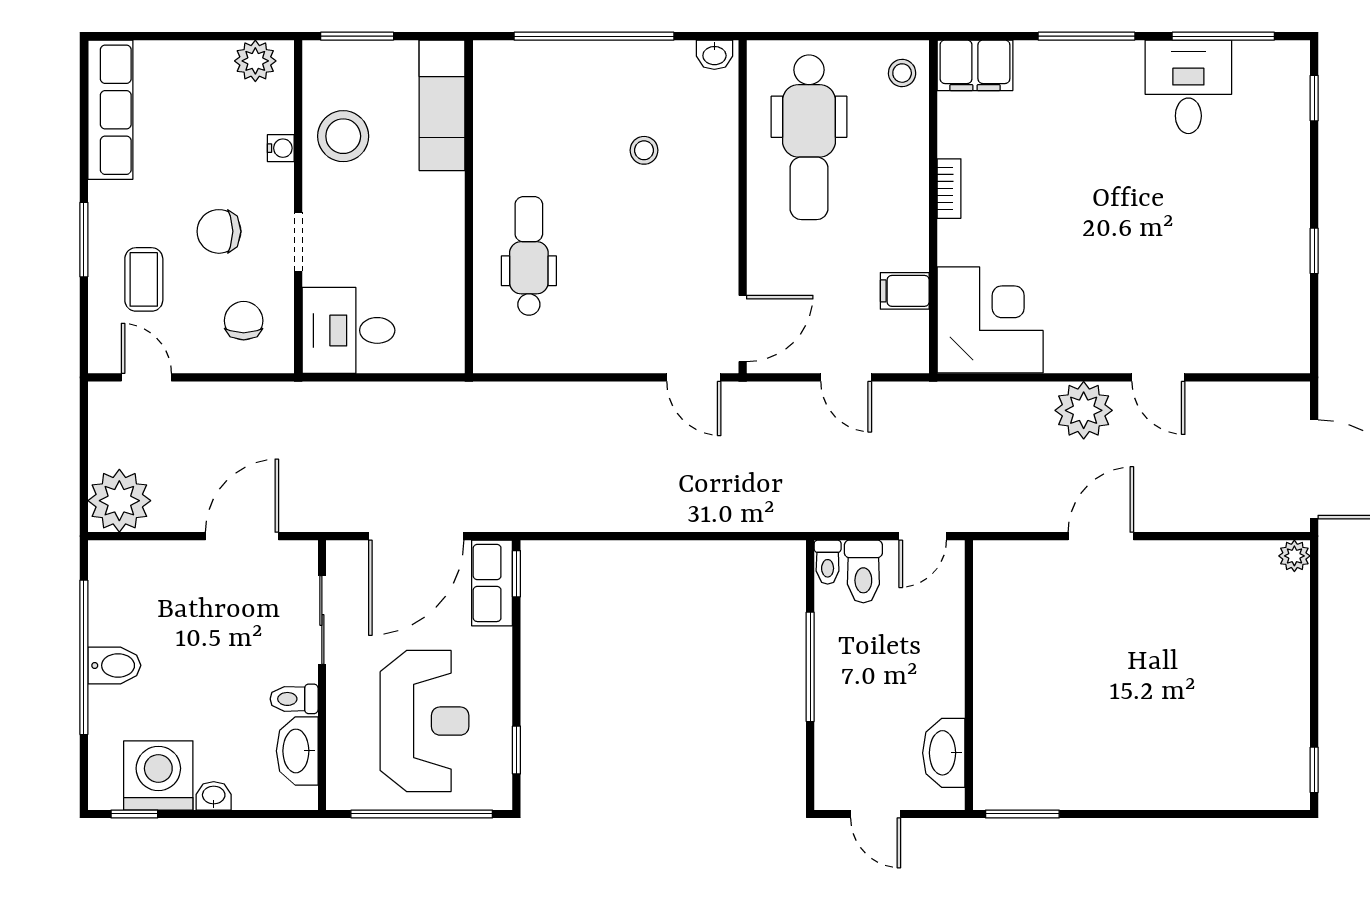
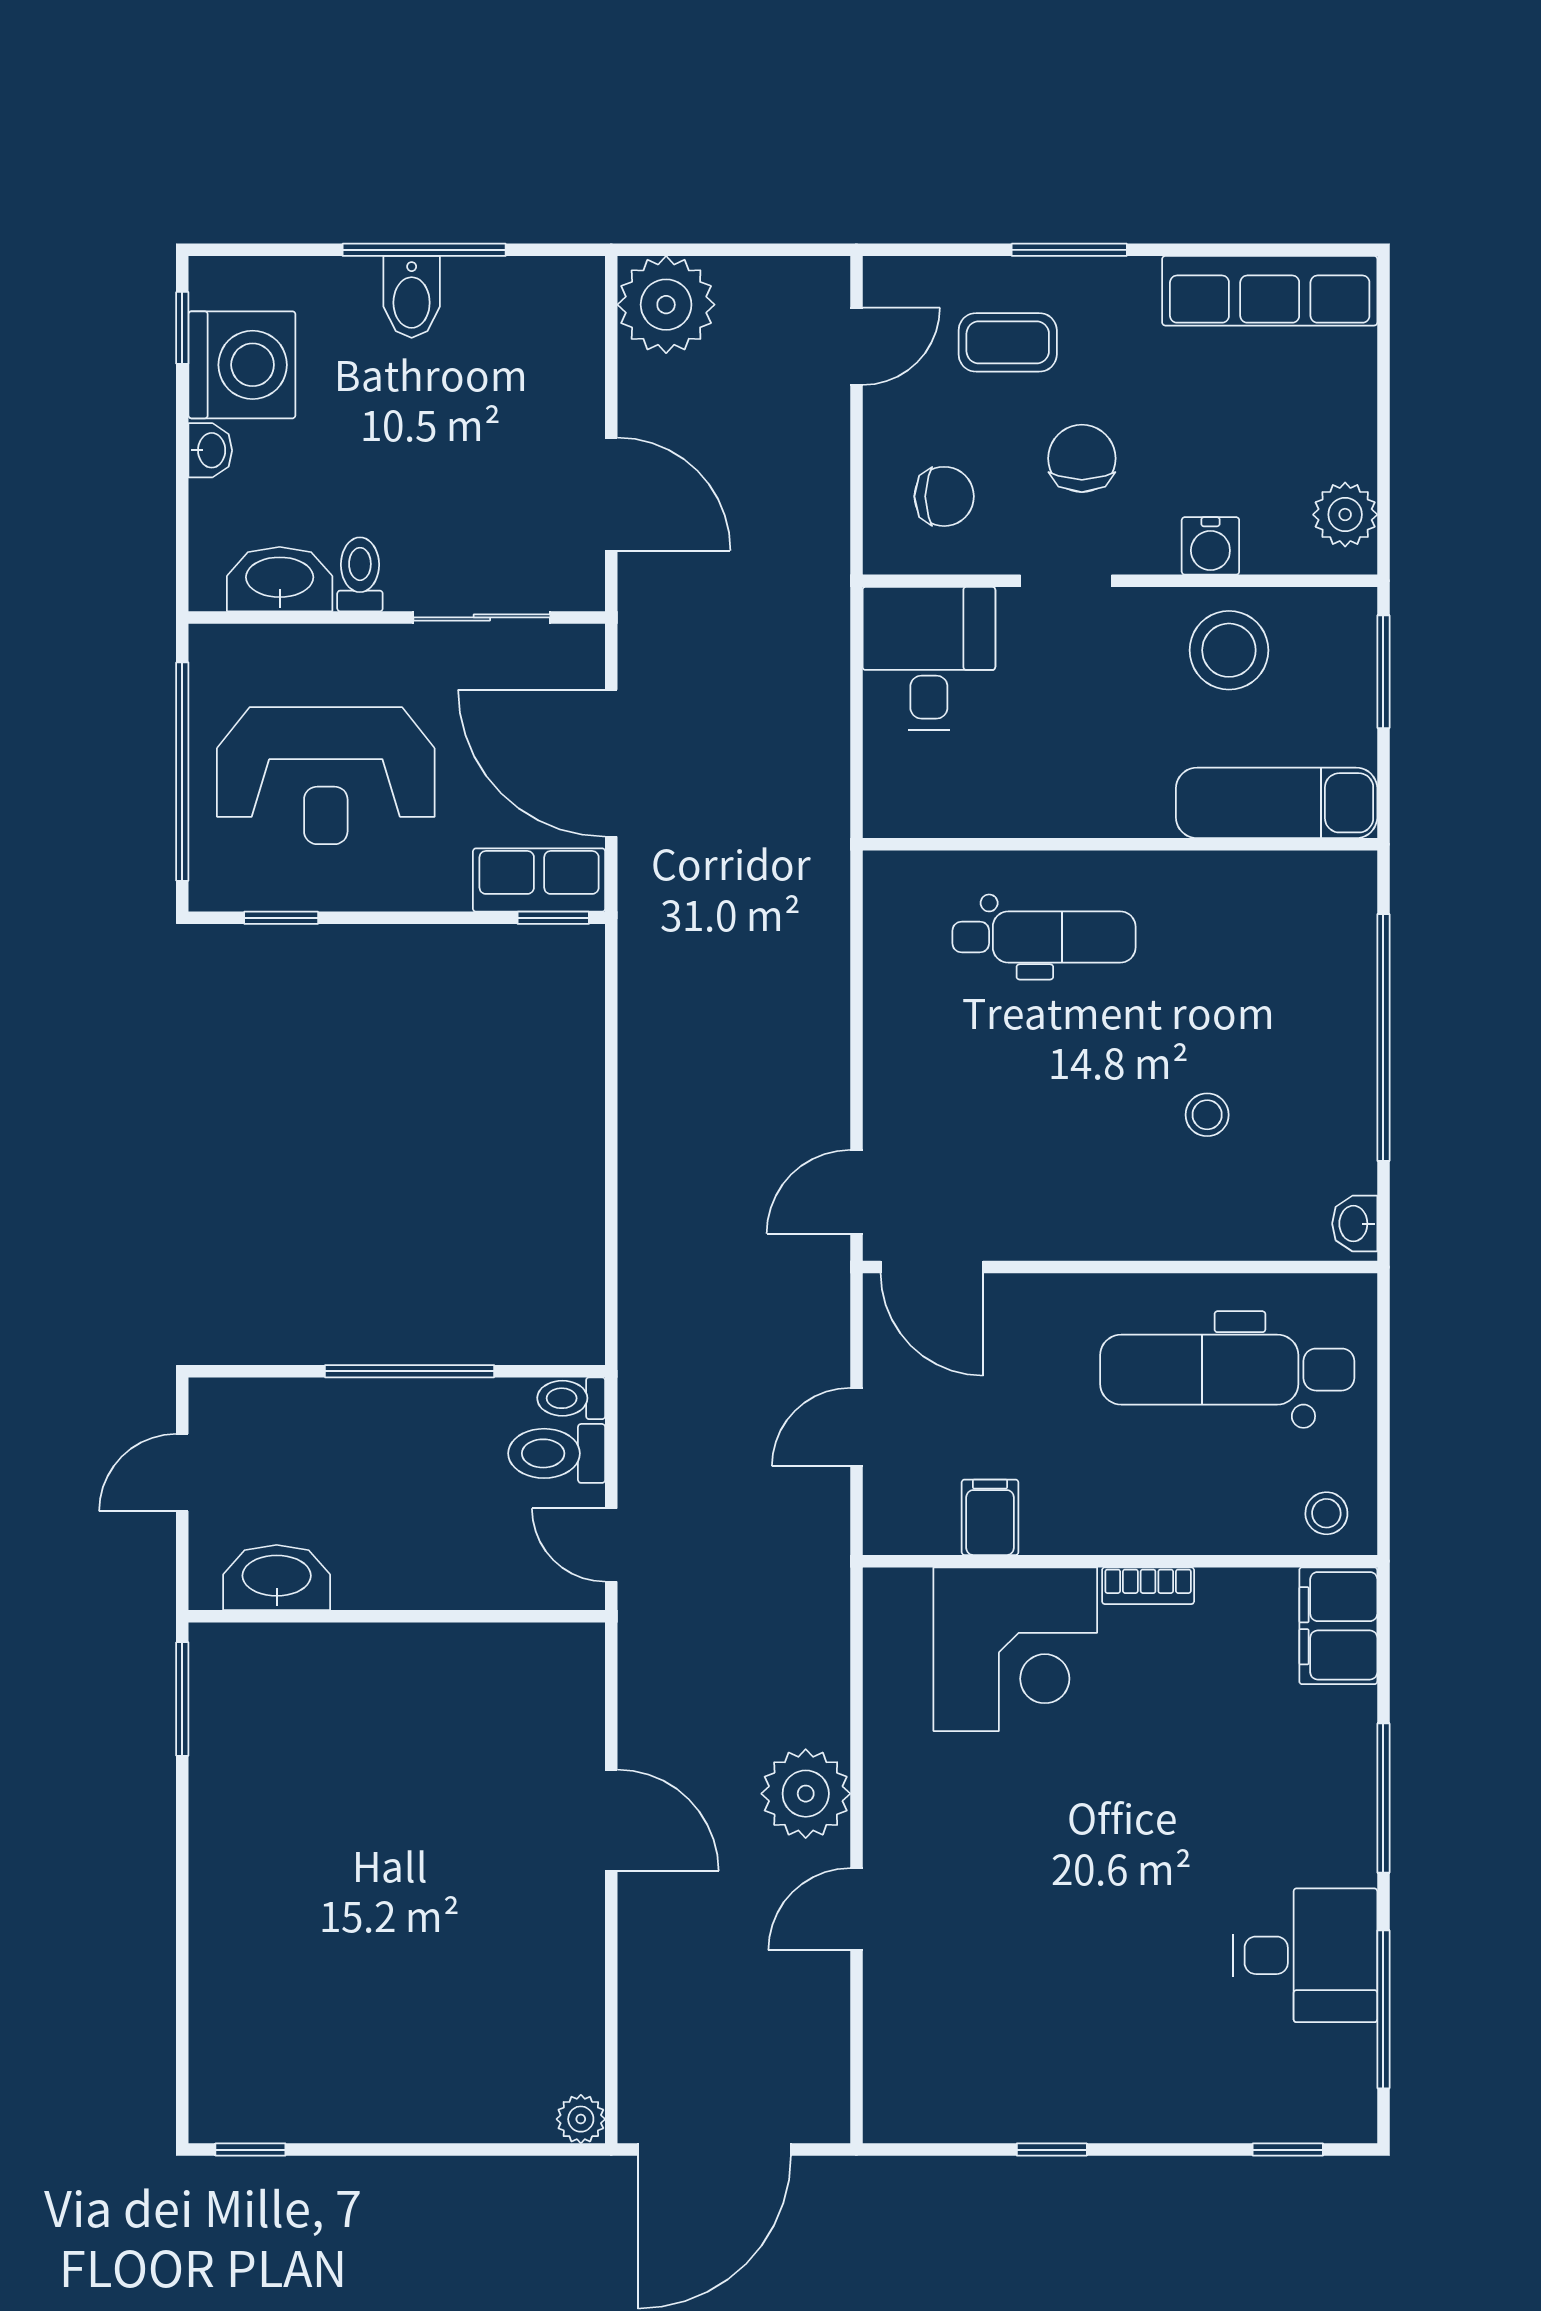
water cooler: (281, 148) -> (1210, 546), width x1.38, depth x1.38
corner desk: (990, 320) -> (1015, 1649), moved
window: (84, 657) -> (424, 250), width x0.68

